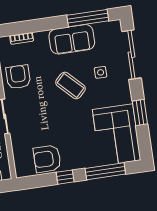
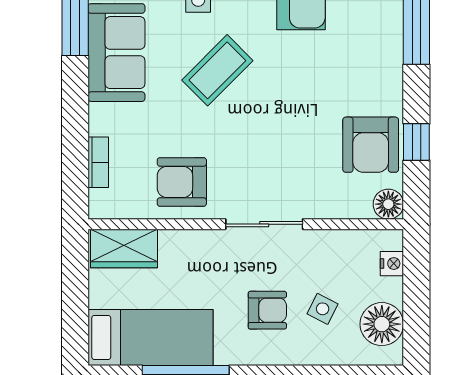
floor lamp: (22, 171) -> (388, 204), added
window: (65, 177) -> (416, 142), moved

